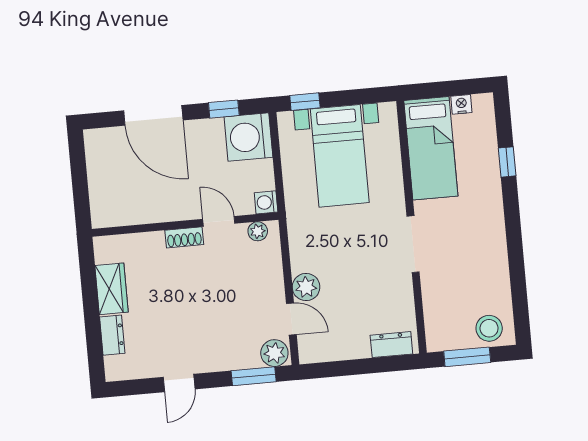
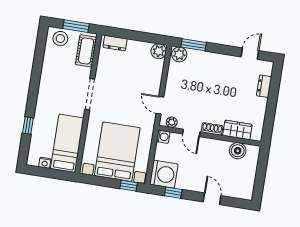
door: (153, 115) -> (212, 199), width x0.53
bed with nightstands: (340, 156) -> (117, 152), width x1.36
boiler: (130, 211) -> (238, 151), added
plant: (306, 287) -> (159, 51), moved
wardrobe: (112, 289) -> (237, 130), moved, turned 90
cot: (439, 318) -> (86, 51), added
door: (291, 319) -> (160, 105), moved
door: (179, 383) -> (250, 54), moved

